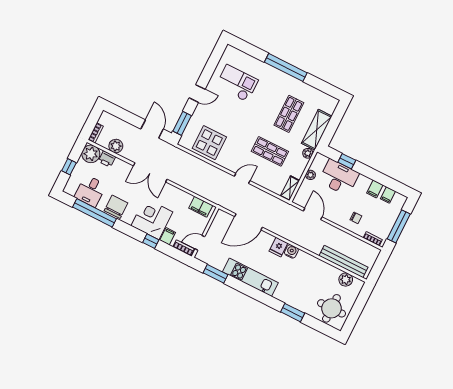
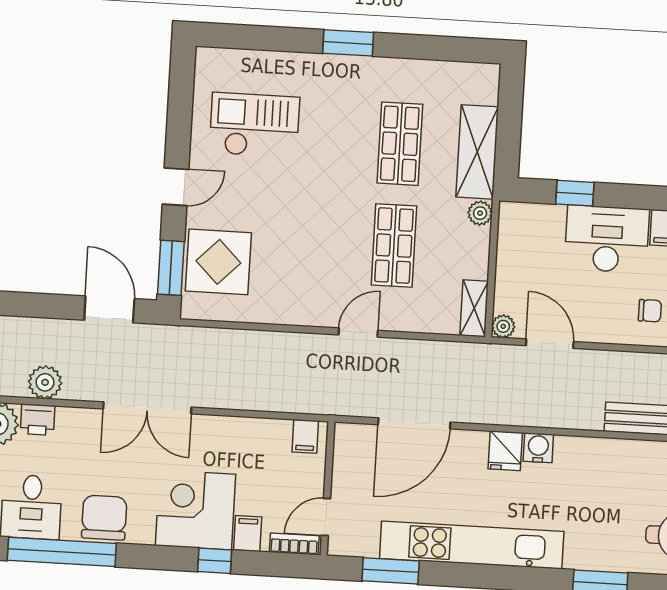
window: (286, 67) -> (348, 43), width x0.47
display table: (209, 143) -> (218, 262), moved
shop shelf: (270, 151) -> (394, 246), turned 90
plant: (310, 175) -> (503, 326), moved
desk: (339, 177) -> (607, 239), moved
filing cabinet: (201, 207) -> (305, 436), width x0.50
kitchen unit: (250, 277) -> (472, 545), width x1.36

